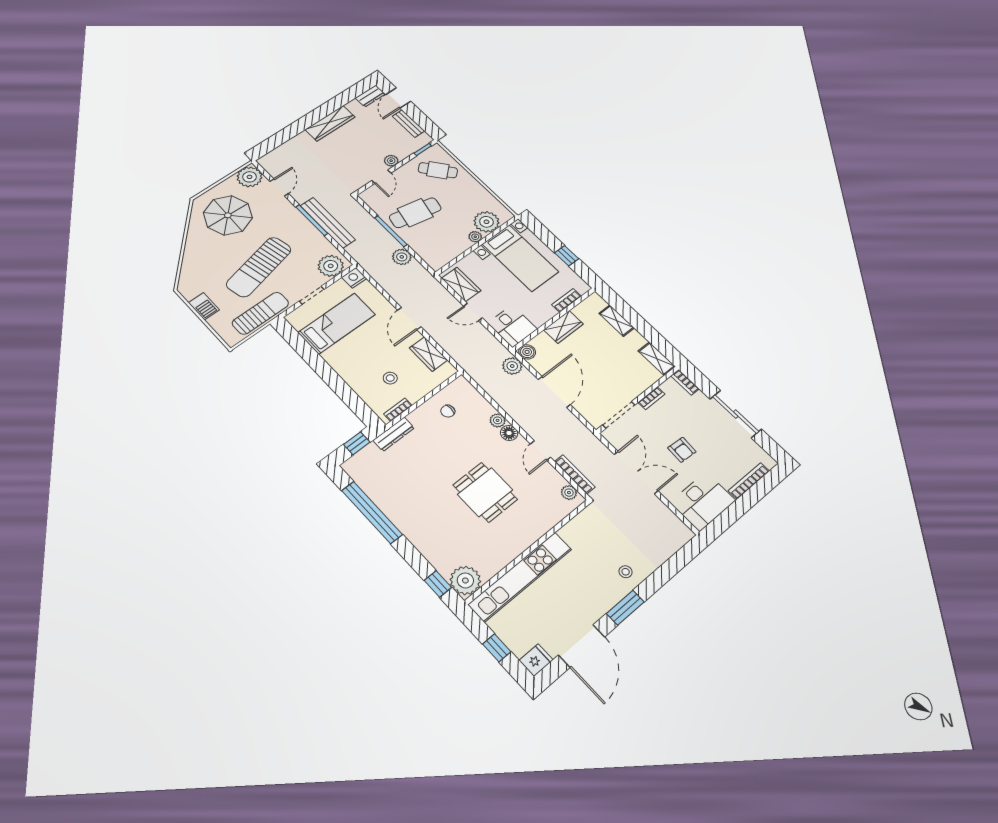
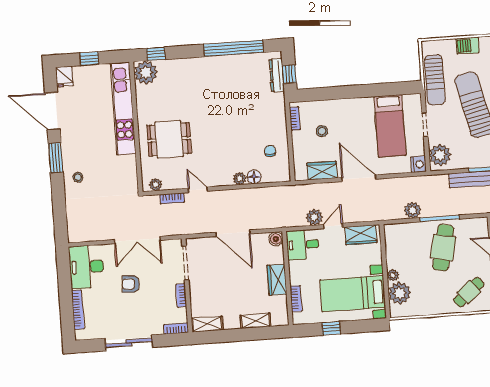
door: (409, 319) -> (359, 178), width x1.36
plant: (512, 366) -> (314, 217), moved
floor lamp: (509, 433) -> (254, 177), moved
dresser: (394, 434) -> (277, 75), moved
bookcase: (575, 474) -> (172, 198), width x0.64
dining table: (485, 492) -> (169, 139), moved

